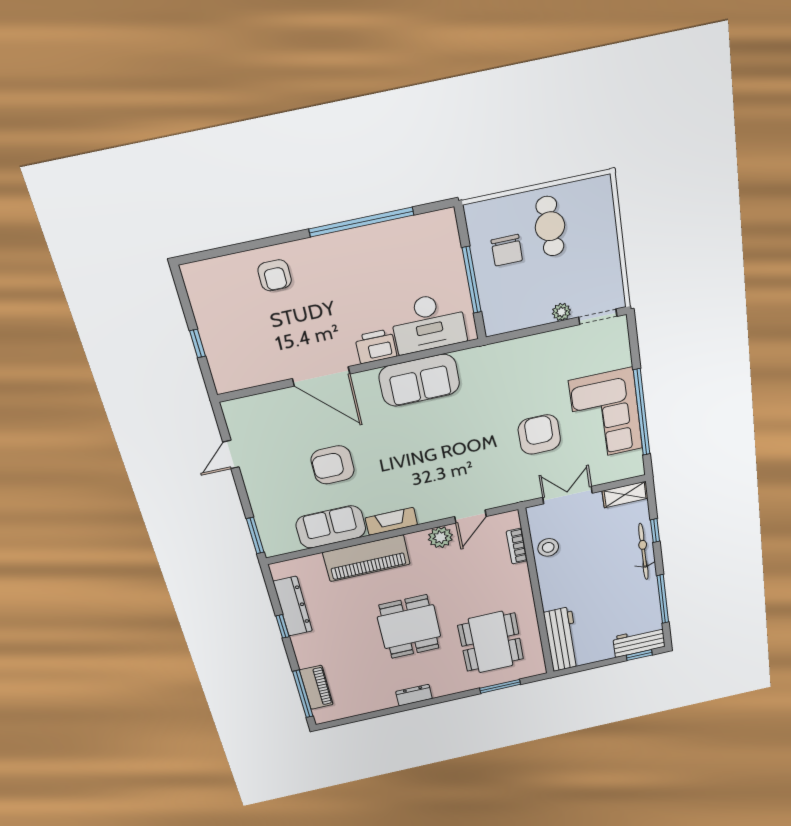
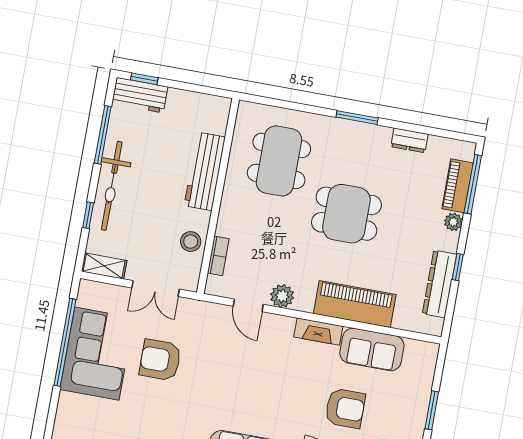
armchair: (539, 435) -> (160, 360), turned 90
door: (470, 516) -> (248, 305), swing flipped
window: (255, 535) -> (432, 410), moved
bicycle: (643, 552) -> (112, 186), width x1.37, depth x1.40
dining table: (409, 627) -> (346, 214), turned 90
workbench: (562, 639) -> (205, 171), moved
plant: (306, 659) -> (453, 222), added
window: (500, 686) -> (357, 118), moved
dresser: (414, 695) -> (409, 140), moved

